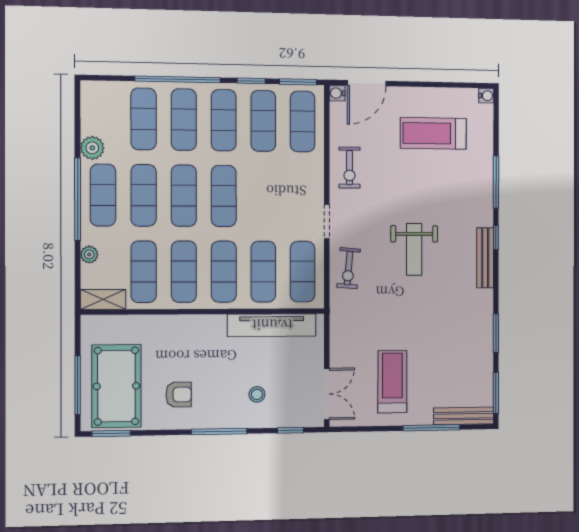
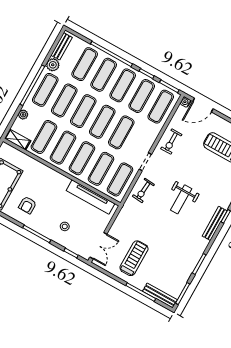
bench: (90, 110) -> (62, 46), added
exercise mat: (263, 196) -> (121, 132), added
armchair: (179, 395) -> (28, 205), turned 90

